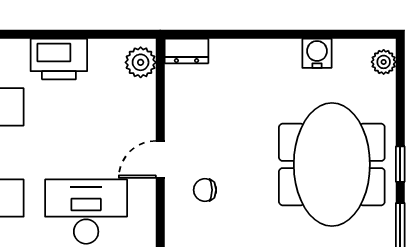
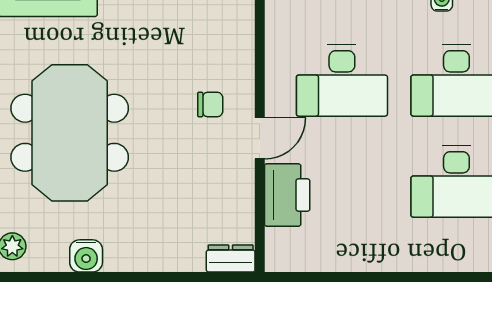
printer: (59, 59) -> (287, 195), moved, turned 90
plant: (141, 62) -> (282, 246), removed

